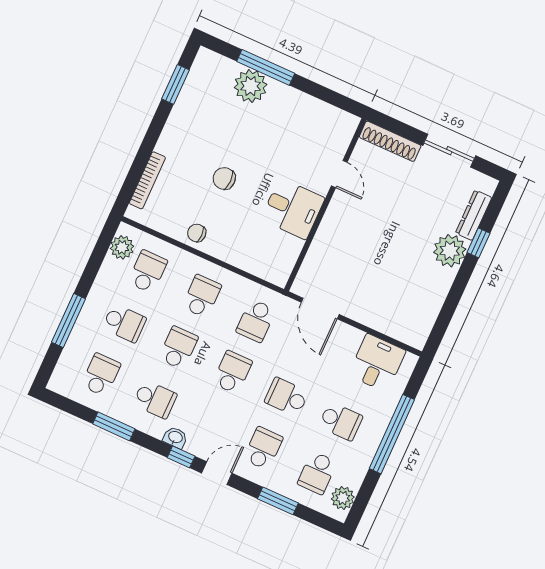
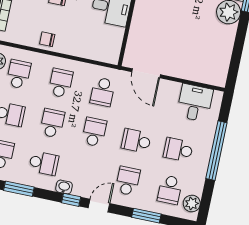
school desk: (341, 421) -> (178, 150), turned 180

